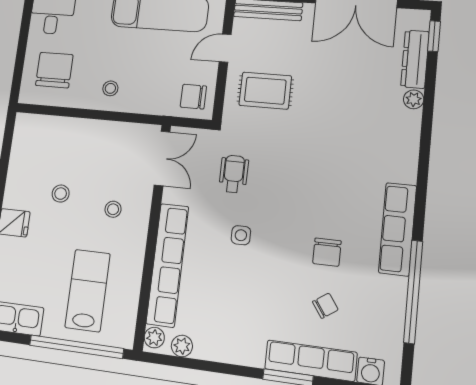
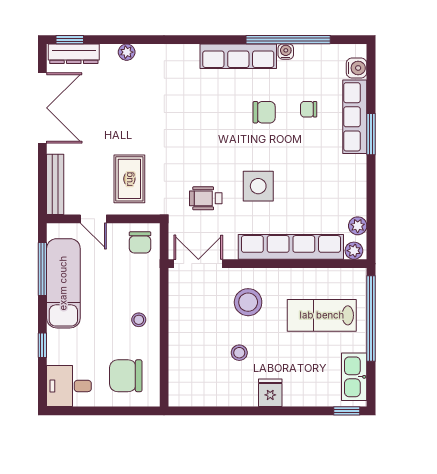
dresser: (415, 59) -> (74, 54), moved
stool: (113, 209) -> (248, 302), width x1.89, depth x1.89
side table: (241, 235) -> (258, 186), width x1.87, depth x1.87
water cooler: (398, 287) -> (286, 52), added
chair: (325, 306) -> (309, 109), turned -55

